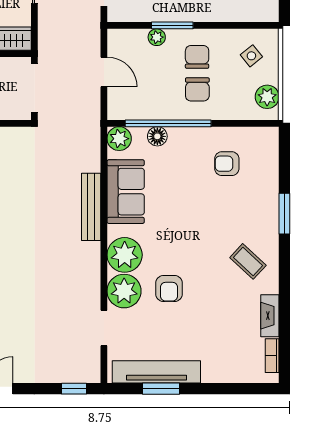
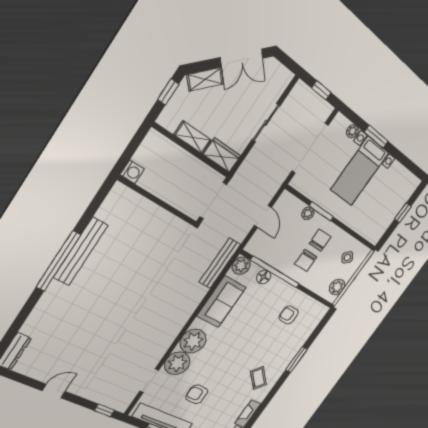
bench: (91, 207) -> (220, 263), moved
armchair: (169, 289) -> (197, 394), moved, turned 90

